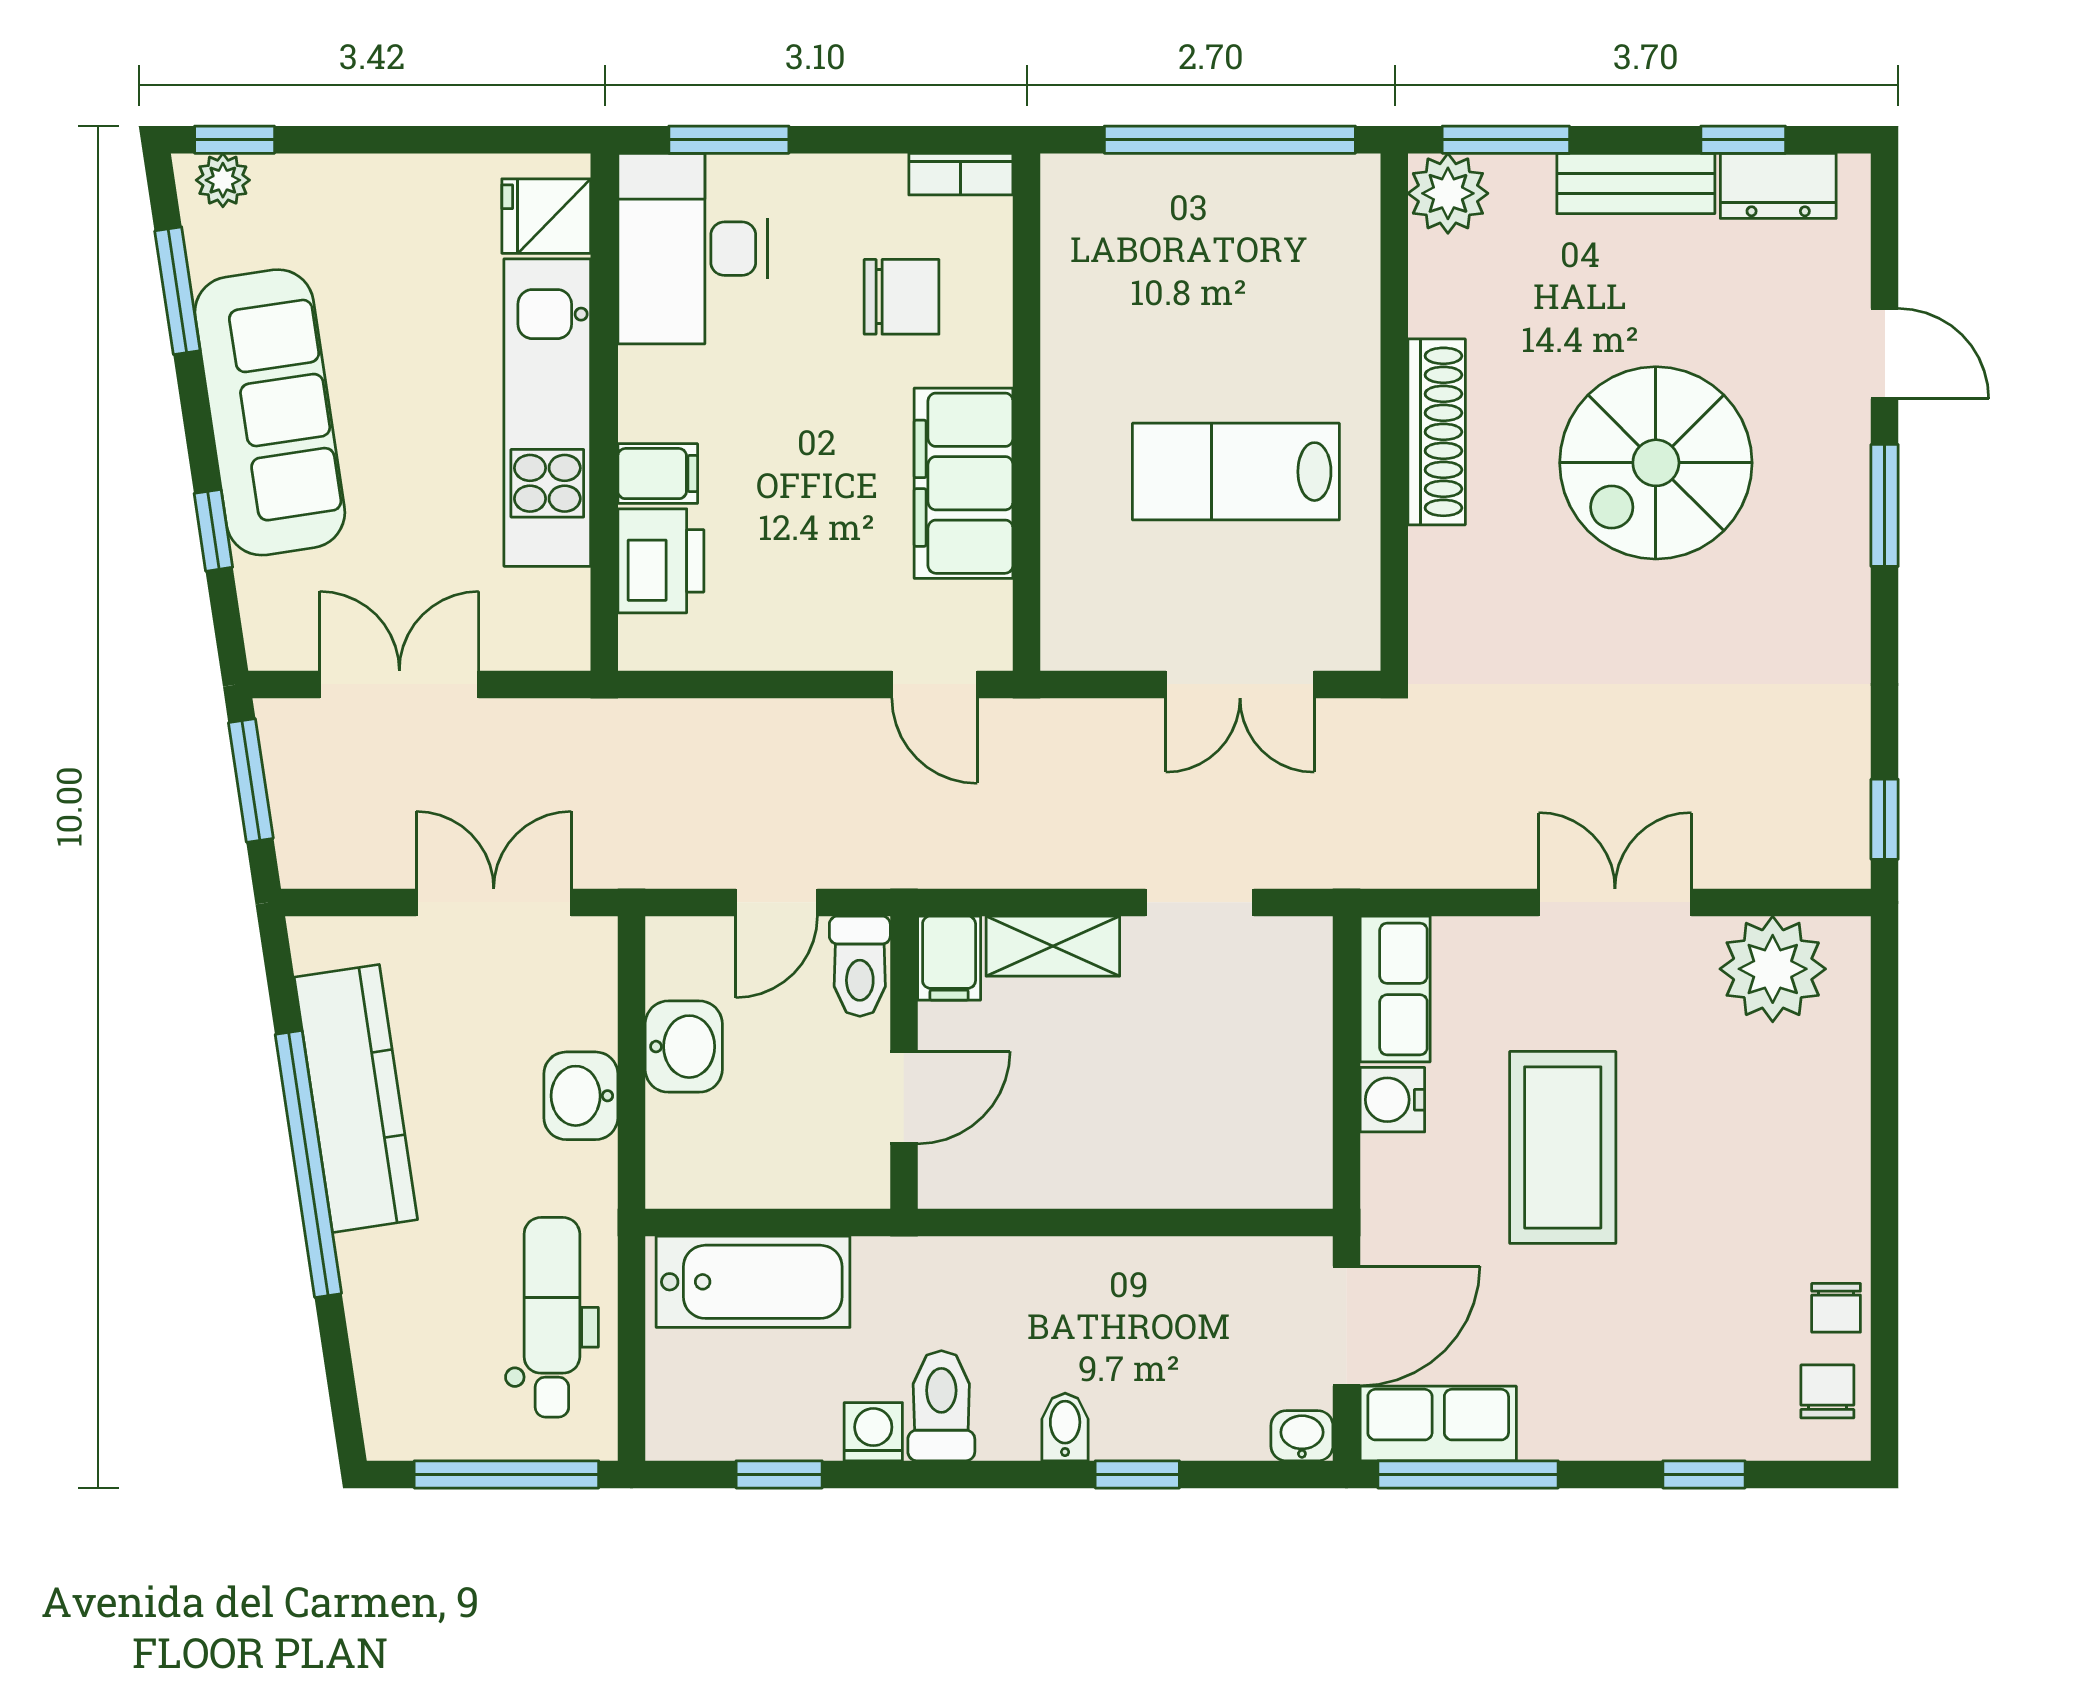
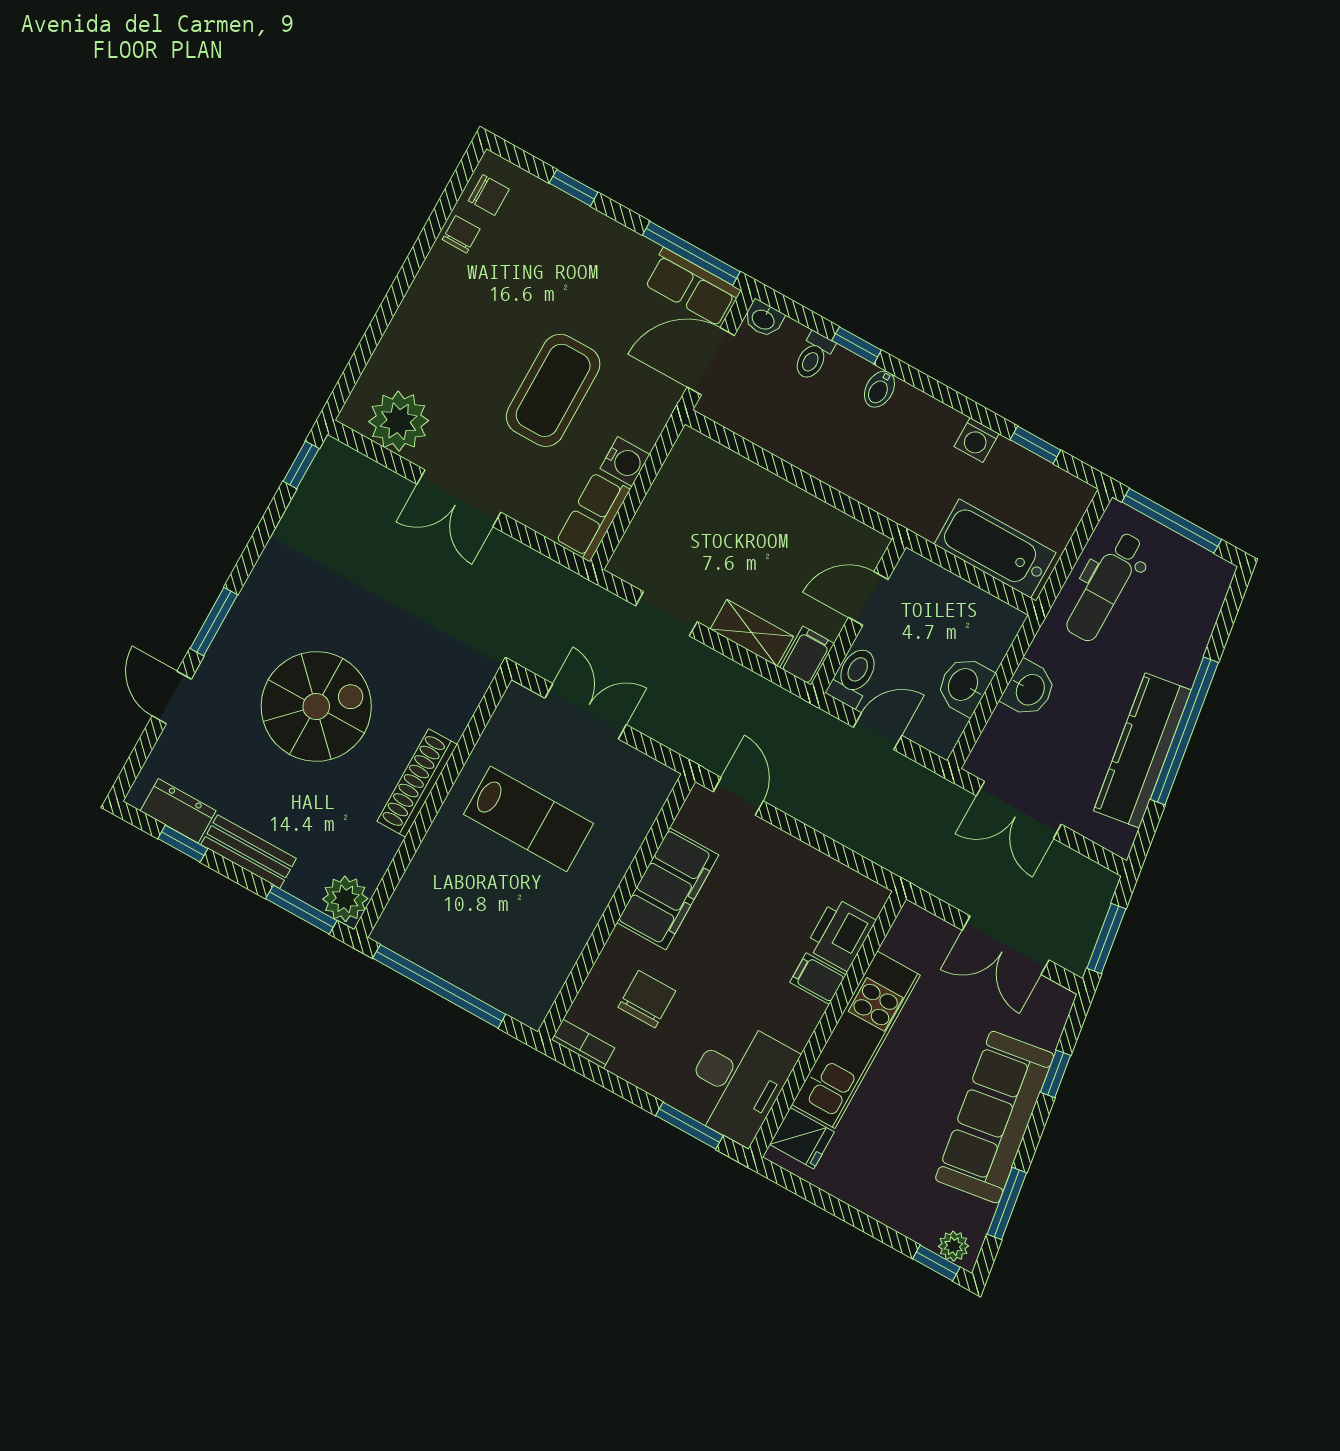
chair: (902, 297) -> (647, 999), turned 90
chair: (1827, 1391) -> (489, 195), turned -90
toilet: (941, 1406) -> (813, 356), moved, width x0.73, depth x0.72

